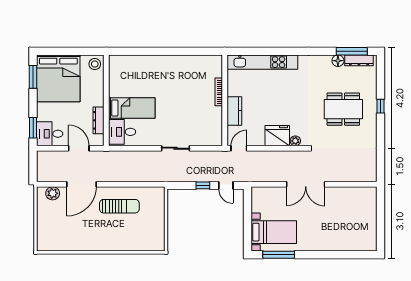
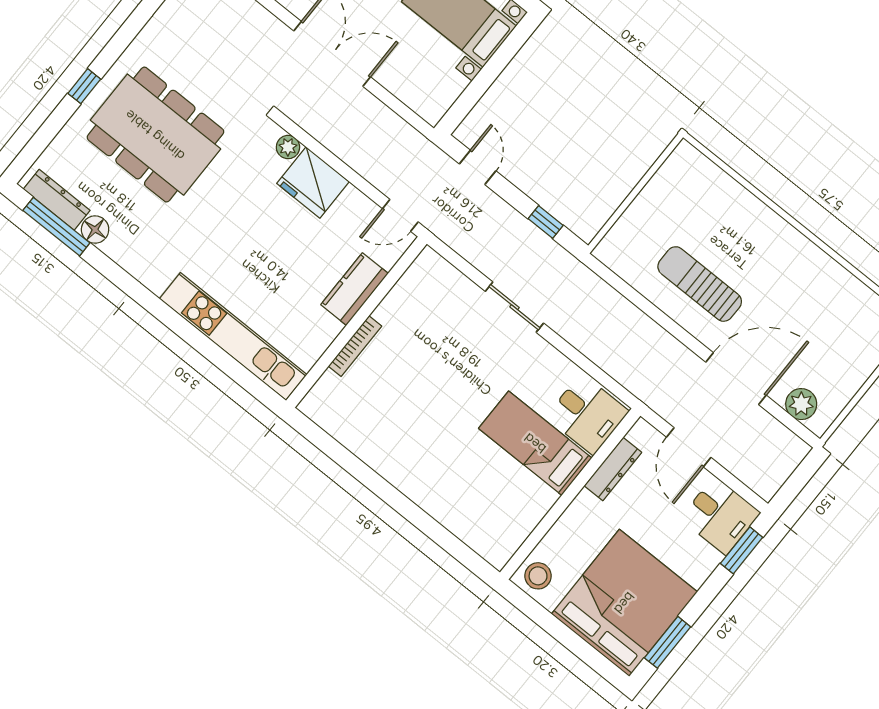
dining table: (343, 109) -> (155, 135), width x1.36, depth x1.24
window: (203, 185) -> (546, 222), moved

